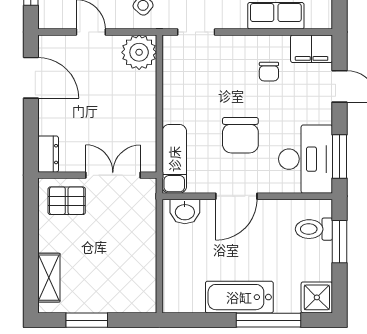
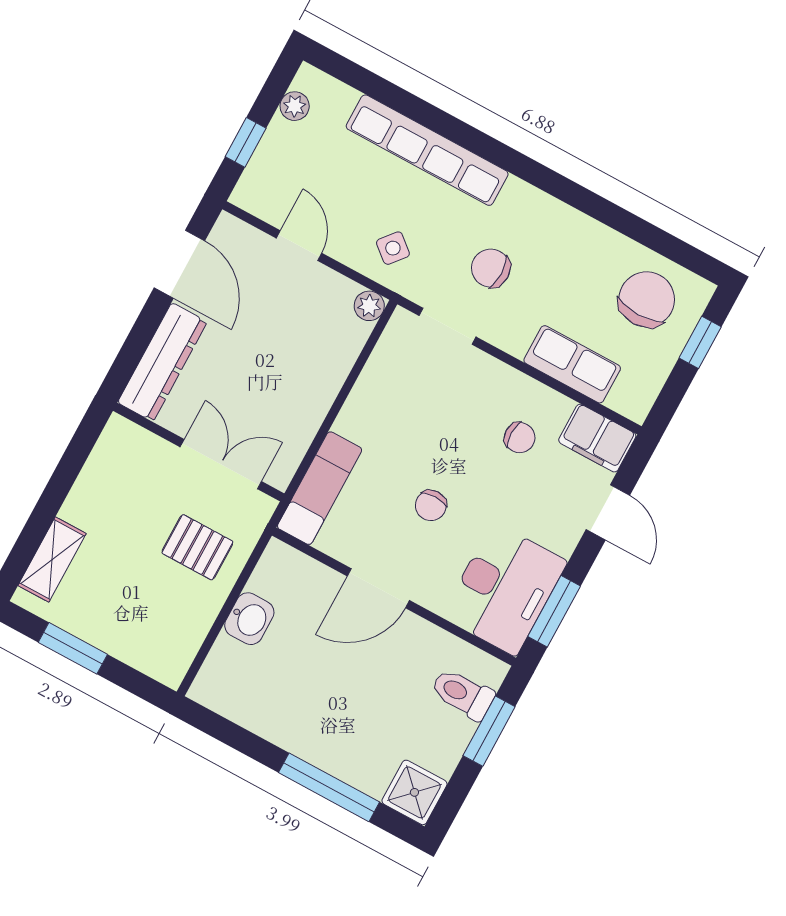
plant: (139, 52) -> (369, 306), width x0.53, depth x0.53
chair: (269, 72) -> (520, 438), turned -90
chair: (240, 135) -> (431, 505), width x0.54, depth x0.54
dresser: (48, 154) -> (162, 362), width x1.96, depth x1.24
pallet: (67, 201) -> (197, 547), moved
washbasin: (185, 211) -> (249, 619), moved, turned -90
bathtub: (239, 297) -> (305, 733), removed

